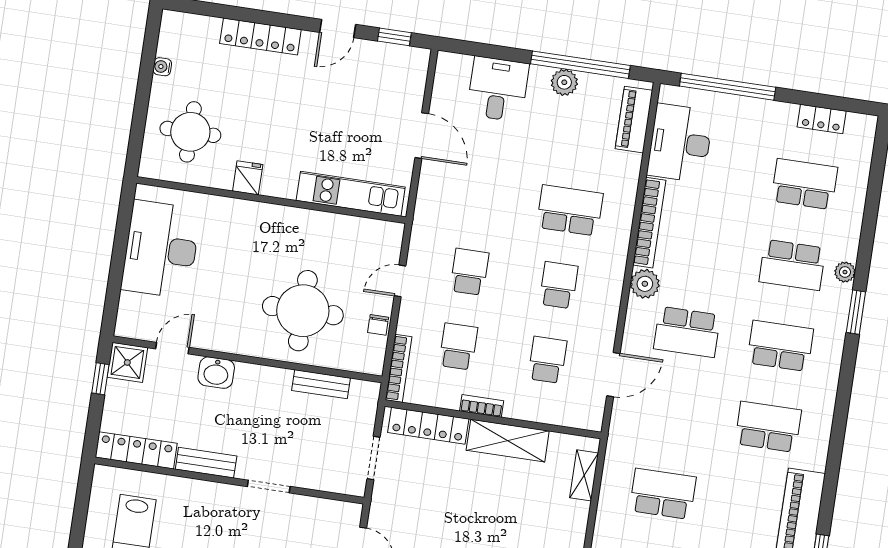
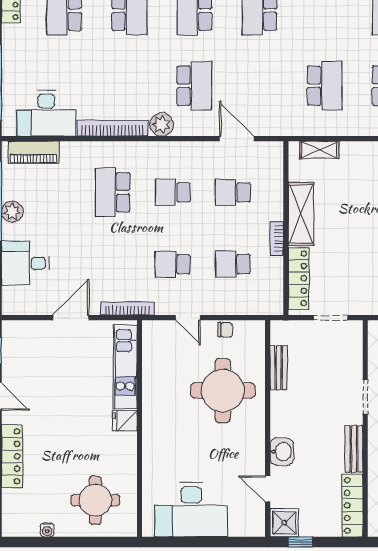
fridge: (248, 178) -> (125, 421), moved
bookcase: (399, 368) -> (127, 308), moved
school desk: (663, 494) -> (325, 86), turned 180

